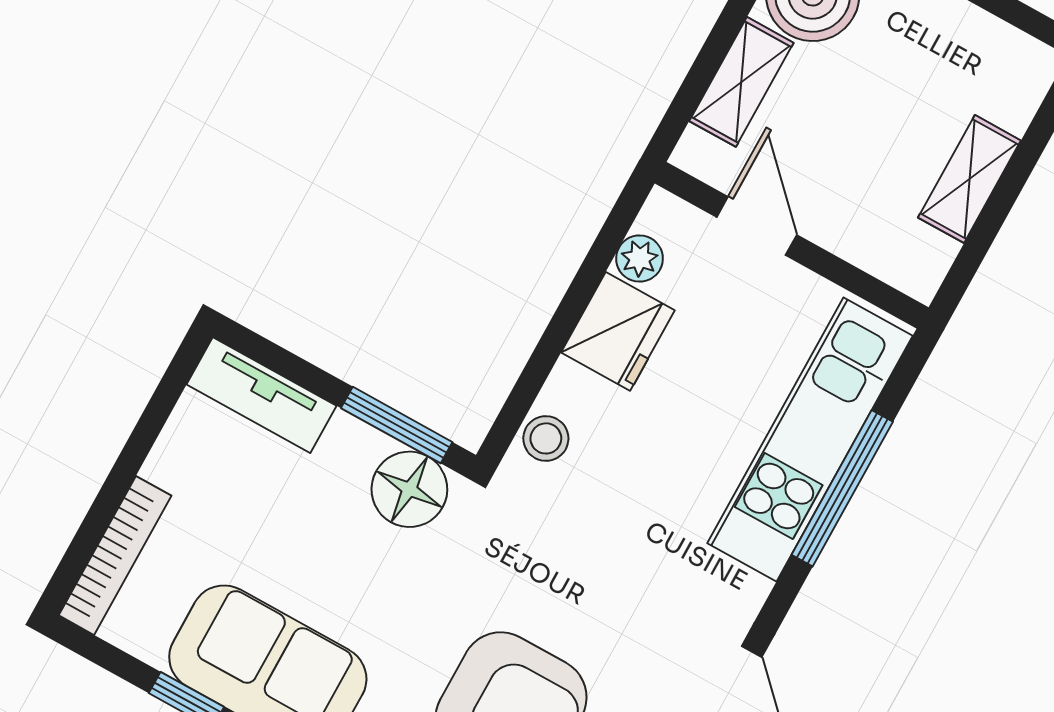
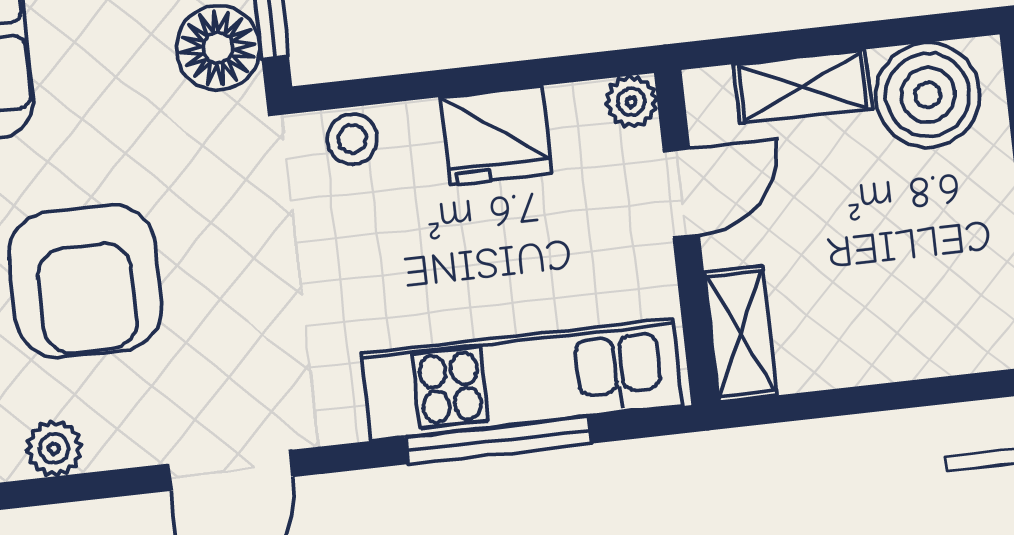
shelving: (969, 179) -> (740, 334), moved, turned 90
plant: (639, 259) -> (631, 102), moved

